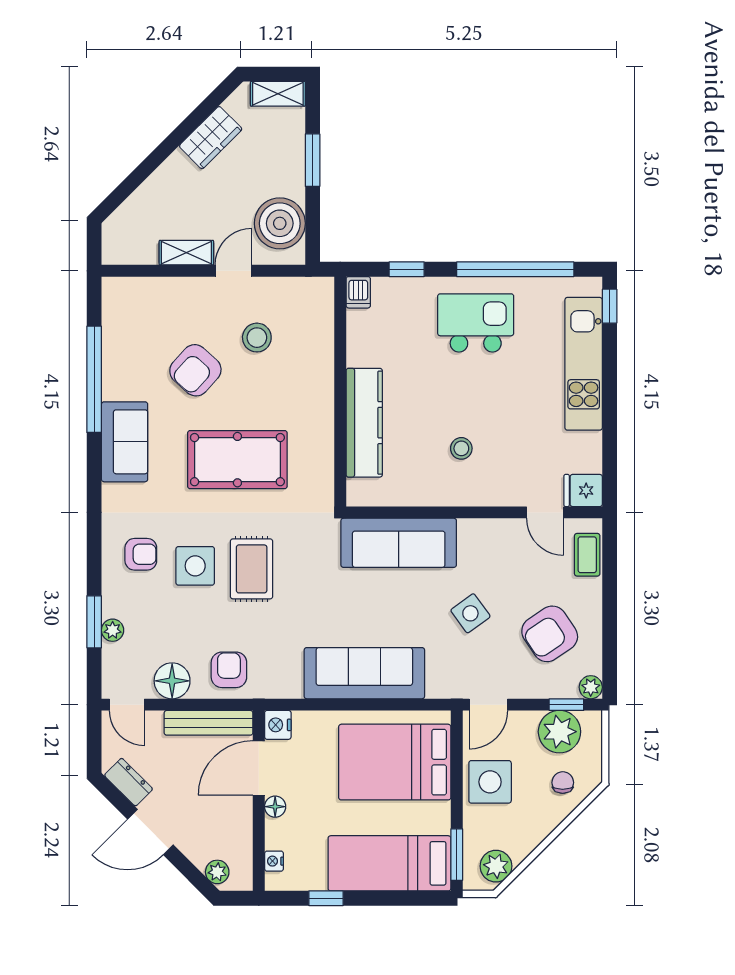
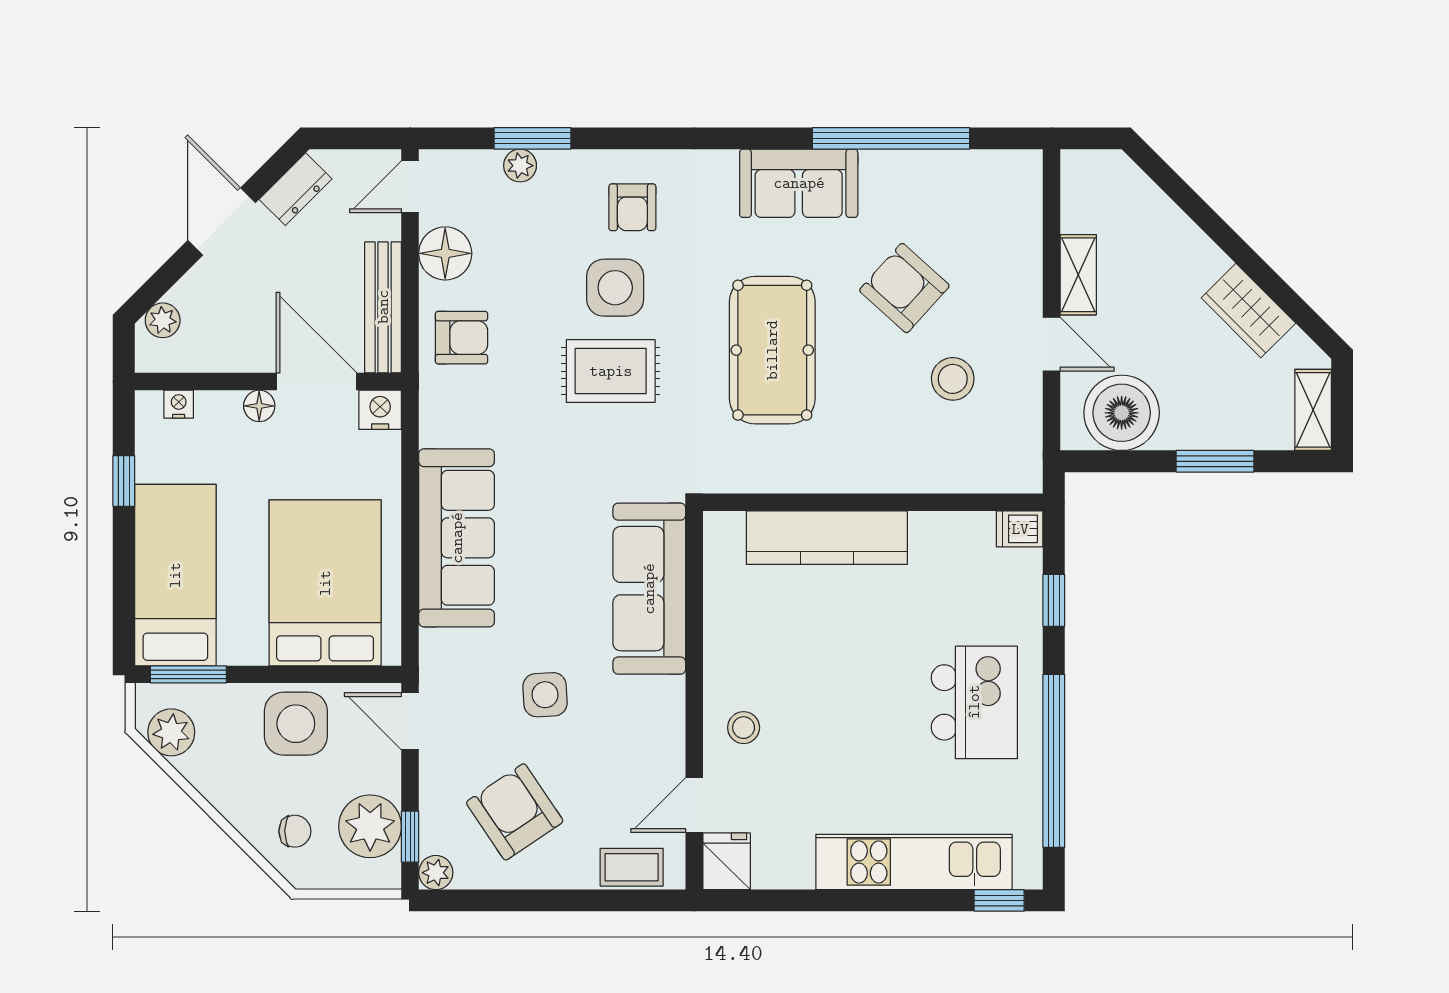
stool: (461, 448) -> (744, 728), moved
side table: (470, 613) -> (545, 695), turned 33

